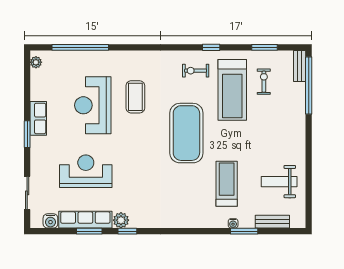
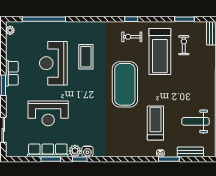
window: (211, 47) -> (131, 19), moved
reception desk: (86, 171) -> (48, 113), turned 180
water cooler: (50, 221) -> (87, 151), moved

